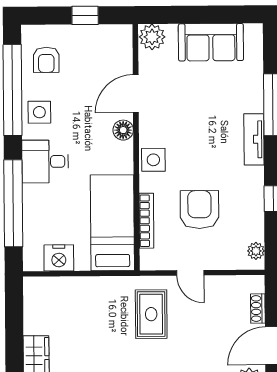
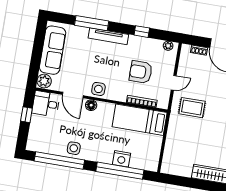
sofa: (211, 42) -> (53, 50), width x1.36
armchair: (46, 60) -> (46, 140), removed
tv unit: (254, 139) -> (108, 36), width x1.41
side table: (153, 160) -> (98, 89), moved
desk: (45, 162) -> (46, 104), moved, turned 90
nightstand: (59, 258) -> (121, 159), moved, turned 90

